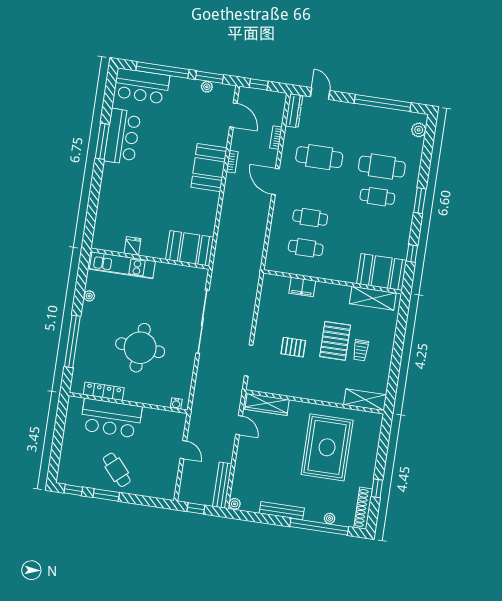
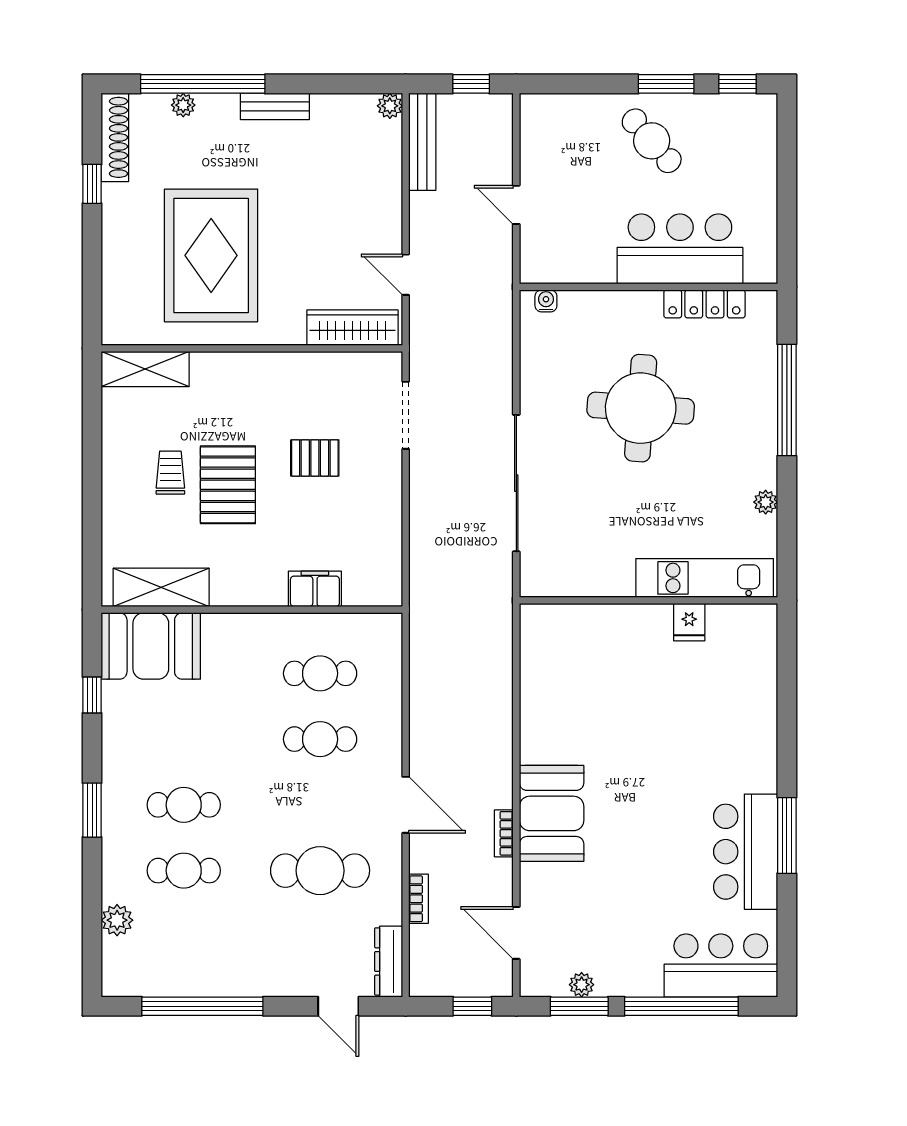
plant: (419, 130) -> (117, 920), moved
cafe table: (382, 167) -> (184, 871), width x0.73, depth x0.74
booth: (190, 248) -> (567, 635), removed
bench: (282, 511) -> (275, 106), width x0.73

